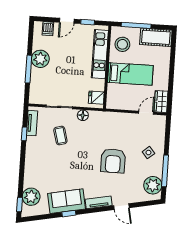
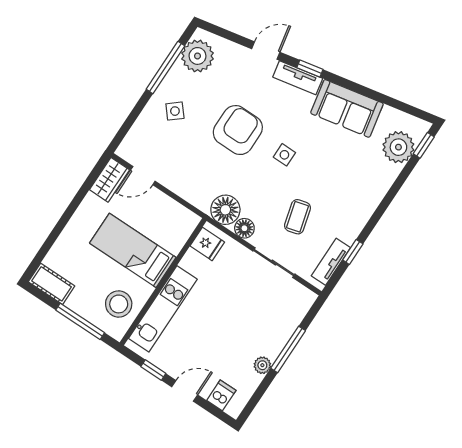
cot: (156, 37) -> (52, 284), width x0.73, depth x0.75
plant: (40, 59) -> (262, 365), width x0.53, depth x0.53
floor lamp: (97, 119) -> (225, 210), added
side table: (84, 162) -> (284, 155), added
door: (121, 207) -> (266, 50), hinge flipped
window: (69, 214) -> (310, 69), moved

